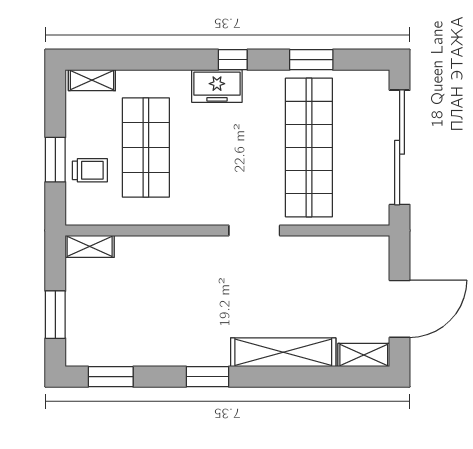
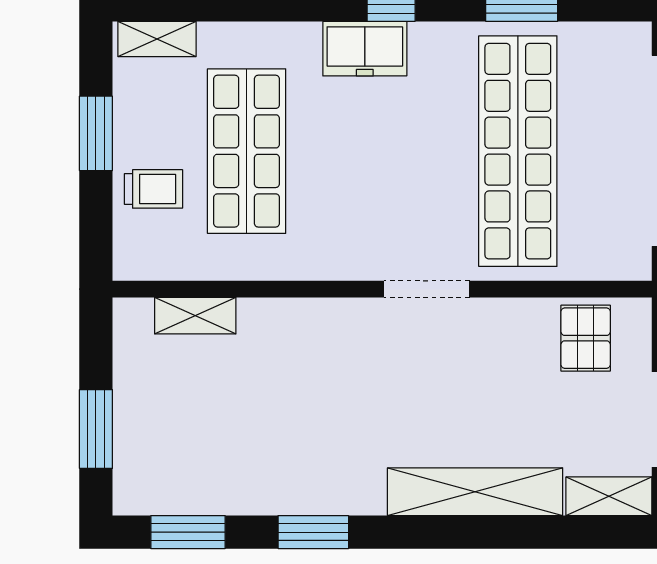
window: (55, 160) -> (96, 133), moved
shelving: (90, 246) -> (195, 316), moved
pallet: (350, 260) -> (586, 338), added
window: (208, 377) -> (313, 532), moved

